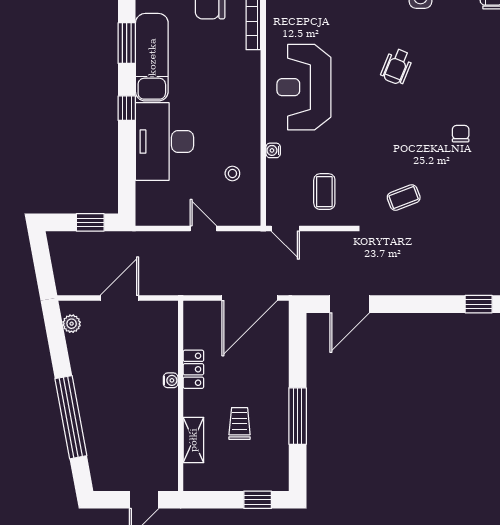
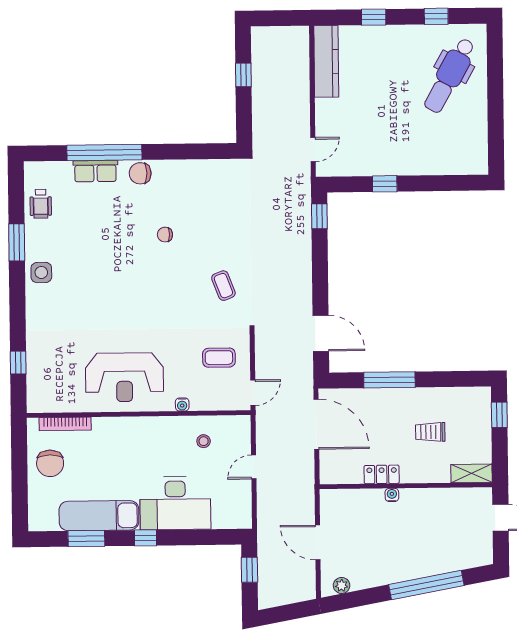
wheelchair: (397, 66) -> (105, 293), removed
window: (298, 416) -> (389, 380), moved
shelving: (193, 440) -> (472, 473), moved

